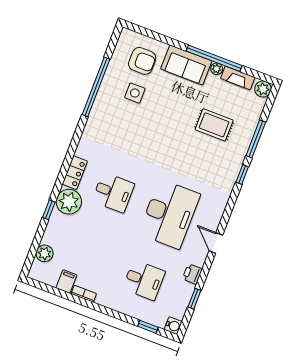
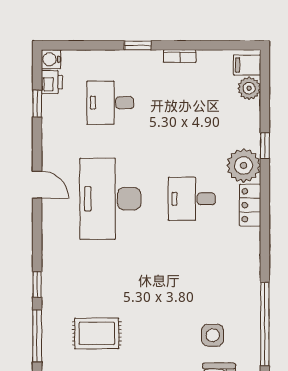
printer: (192, 274) -> (52, 82), moved
filing cabinet: (66, 281) -> (247, 65), moved, turned 90
window: (148, 327) -> (138, 45), moved

